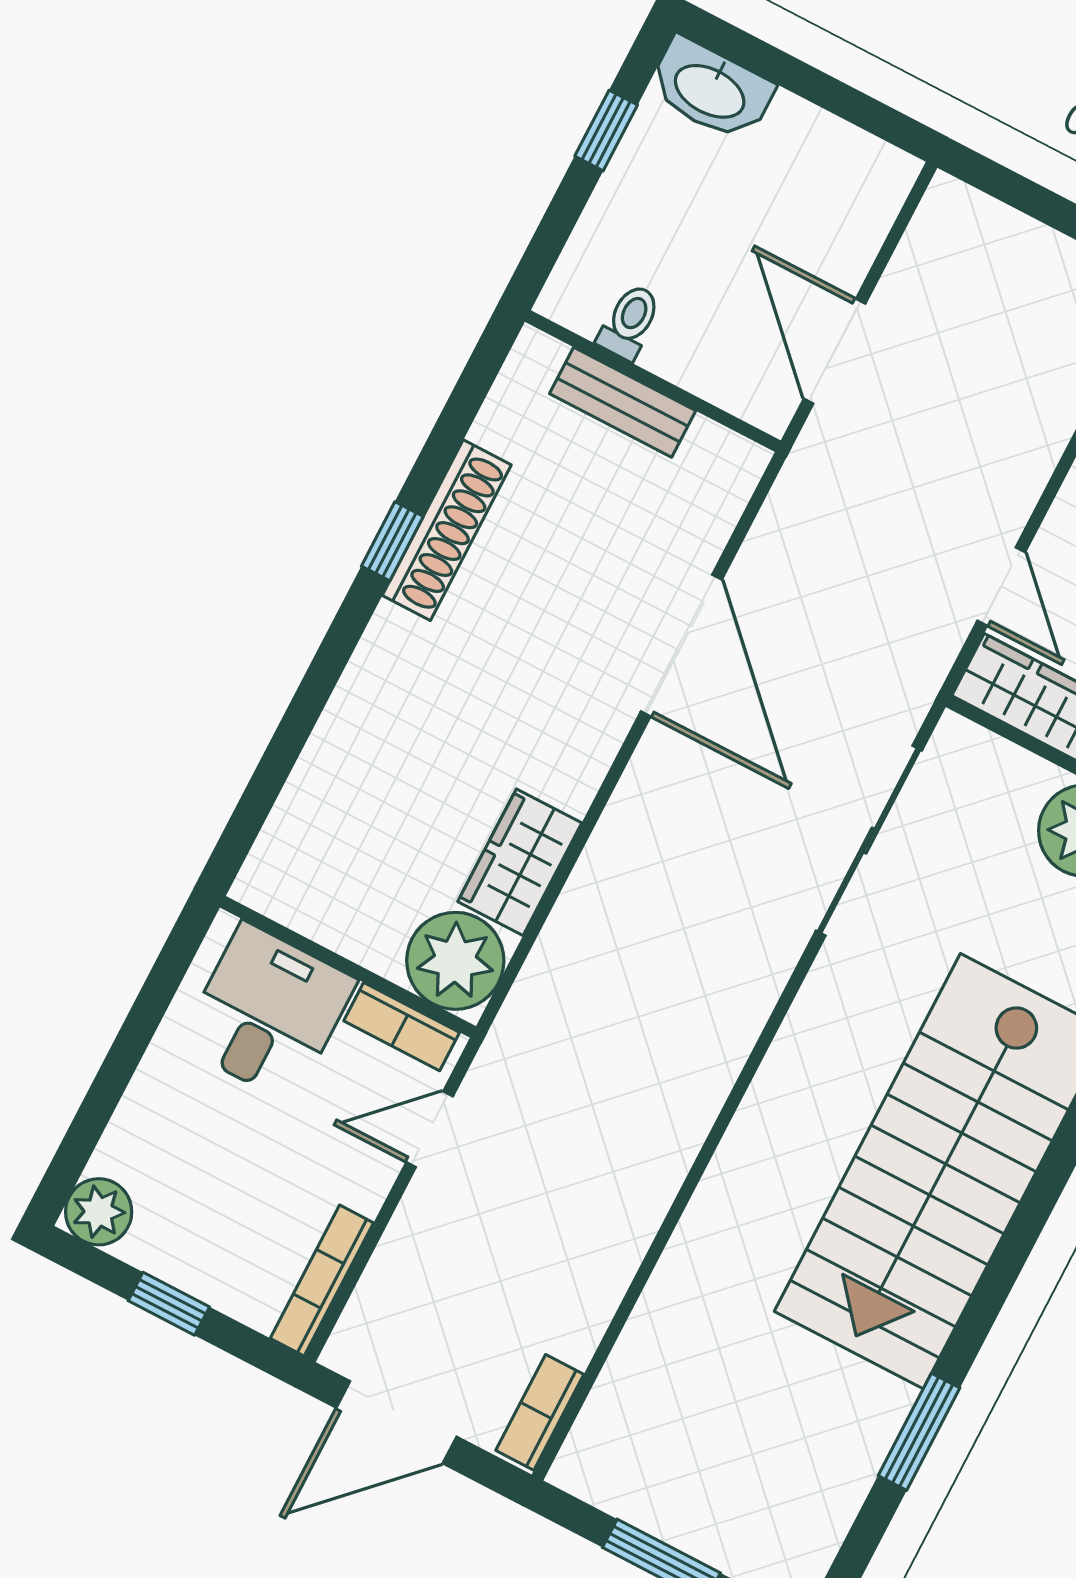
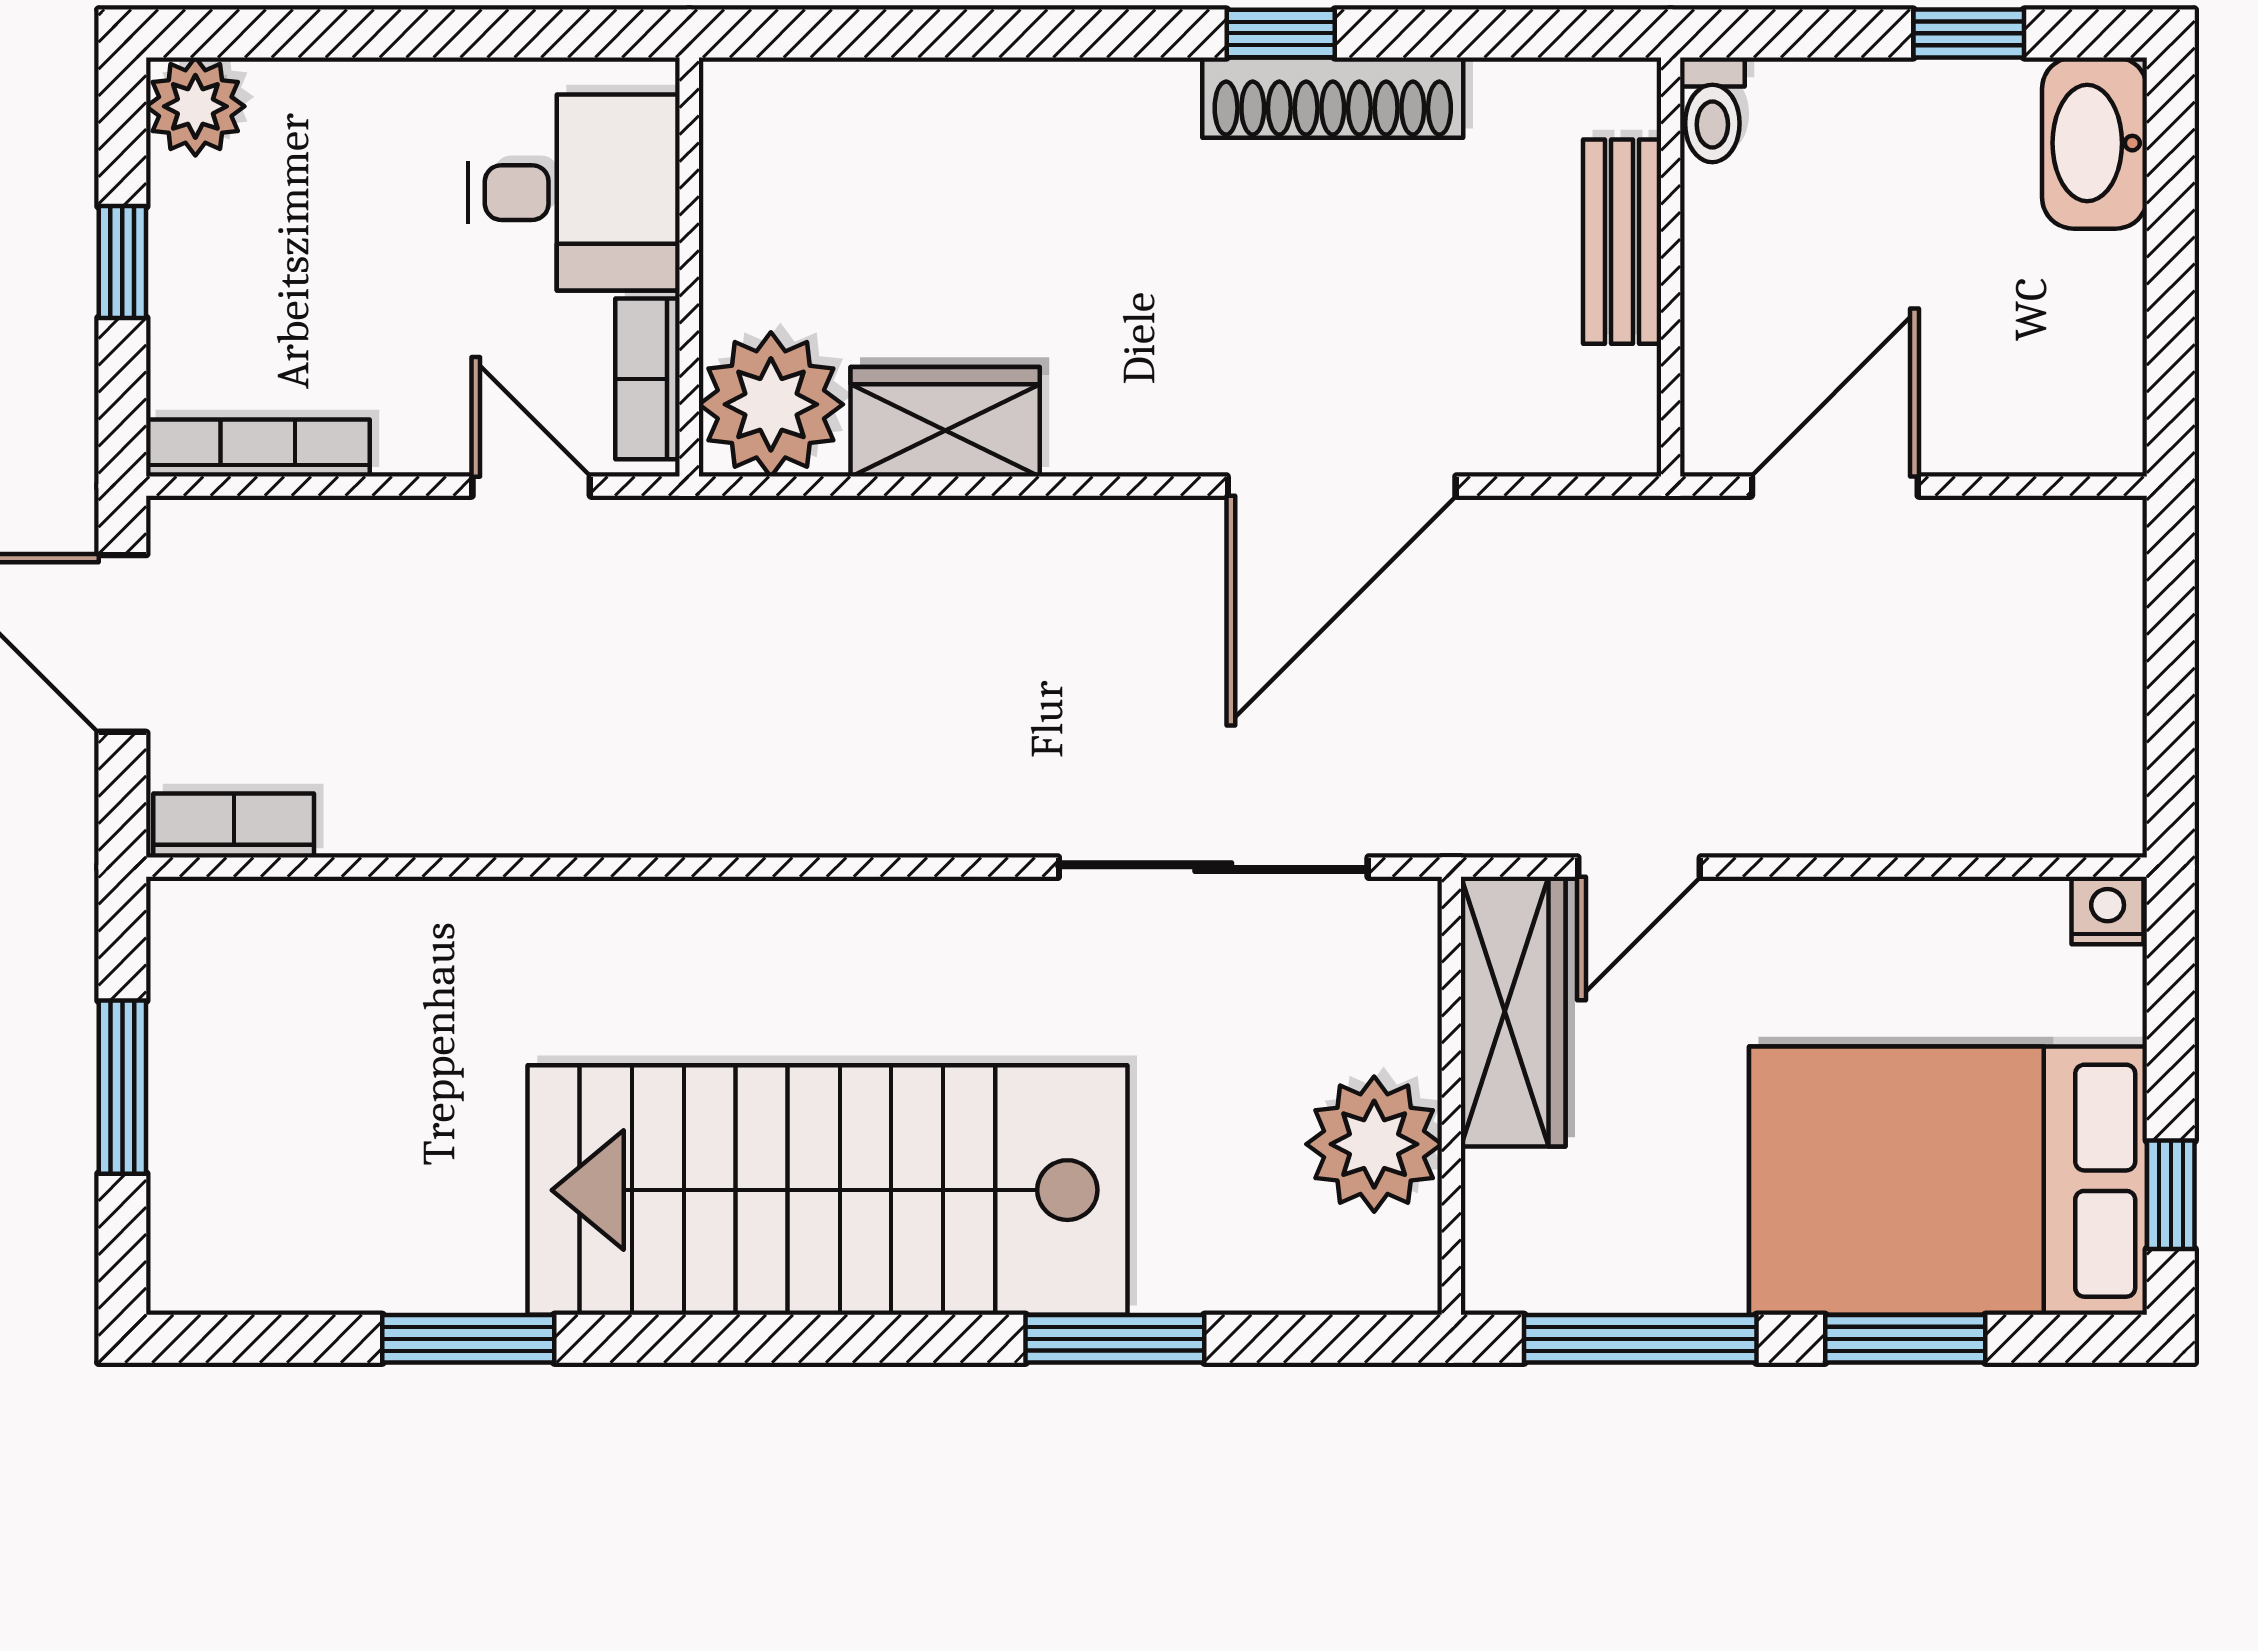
toilet: (630, 322) -> (1712, 110), moved, turned 90

